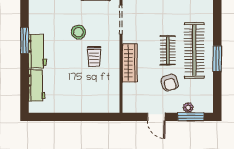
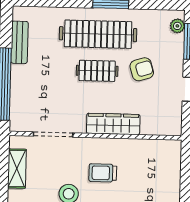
trolley: (94, 56) -> (103, 173), turned 180
plant: (188, 107) -> (177, 26), moved

